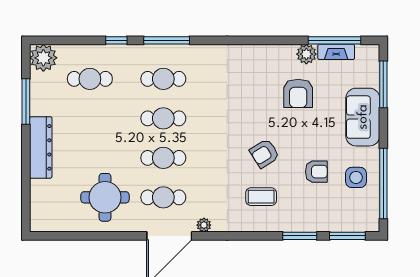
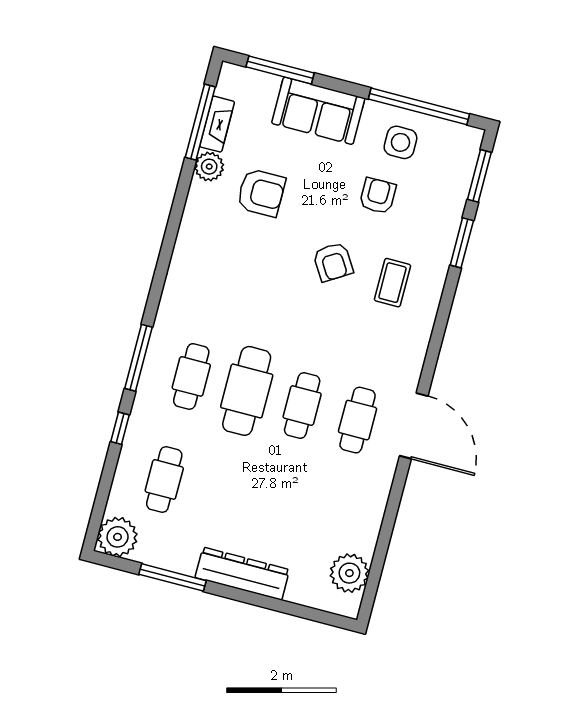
cafe table: (163, 118) -> (247, 391), width x1.37, depth x1.35
round table: (105, 197) -> (336, 502), removed
plant: (204, 225) -> (349, 573), moved, width x1.88, depth x1.88

